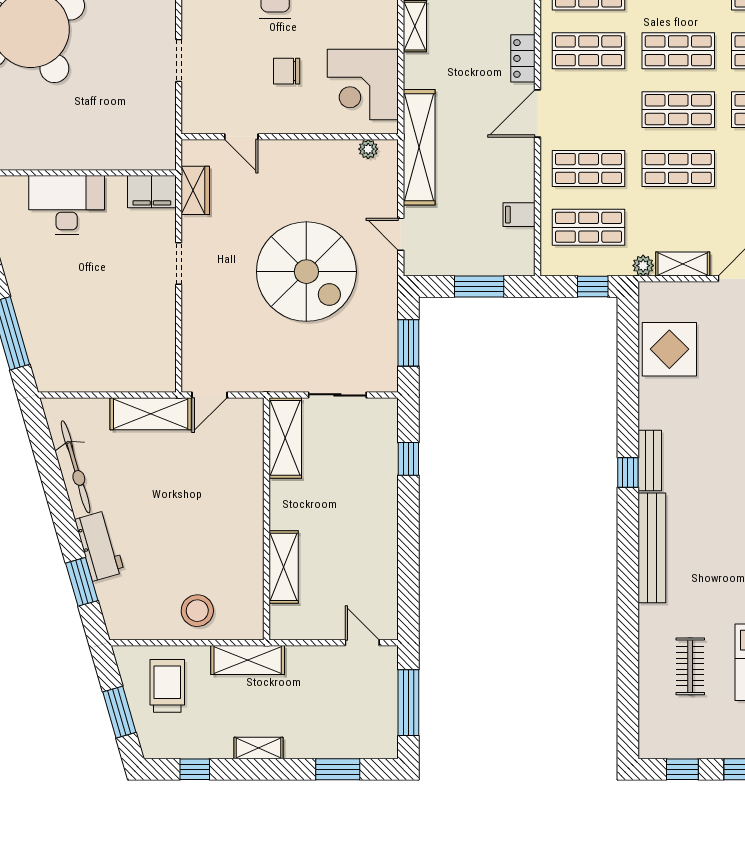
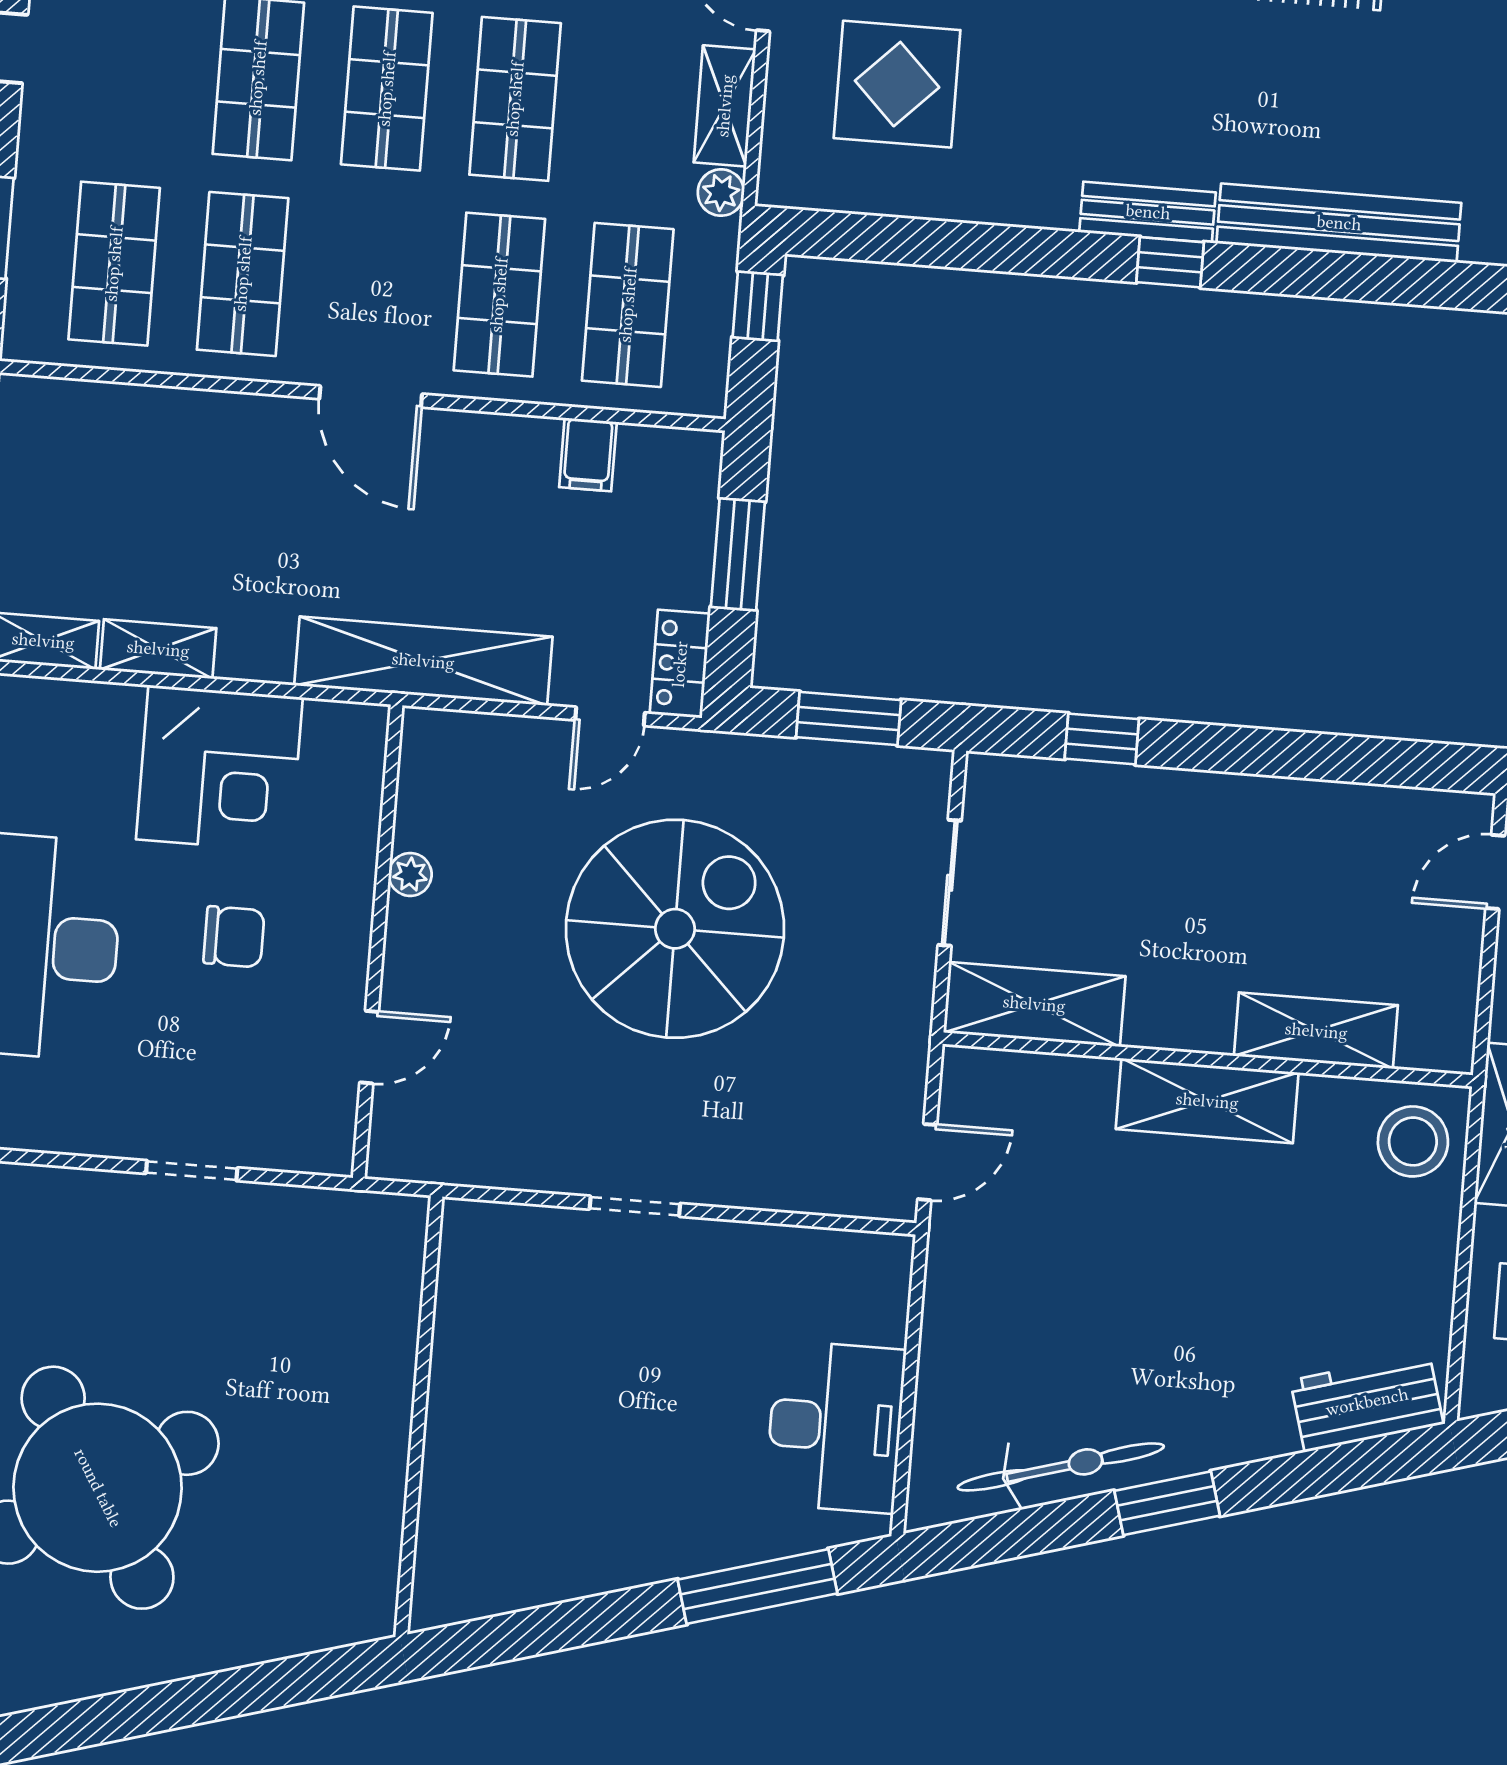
locker: (523, 58) -> (680, 664), moved, turned 90
chair: (287, 71) -> (234, 937), turned -90
corner desk: (363, 85) -> (219, 768), moved
plant: (368, 149) -> (410, 874), moved
wardrobe: (195, 190) -> (478, 1157), removed
filing cabinet: (152, 192) -> (473, 1252), removed
desk: (67, 205) -> (835, 1427), moved, turned 180
display table: (669, 349) -> (897, 84), moved
door: (209, 395) -> (927, 1162), hinge flipped
shelving: (151, 414) -> (1207, 1101), moved, turned 90
workbench: (100, 546) -> (1367, 1402), moved
window: (82, 582) -> (1167, 1503), moved
stool: (197, 611) -> (1413, 1141), moved

